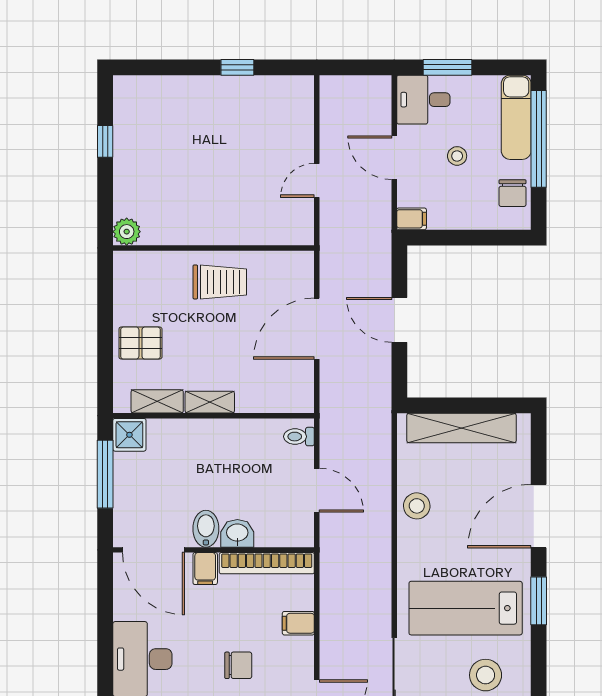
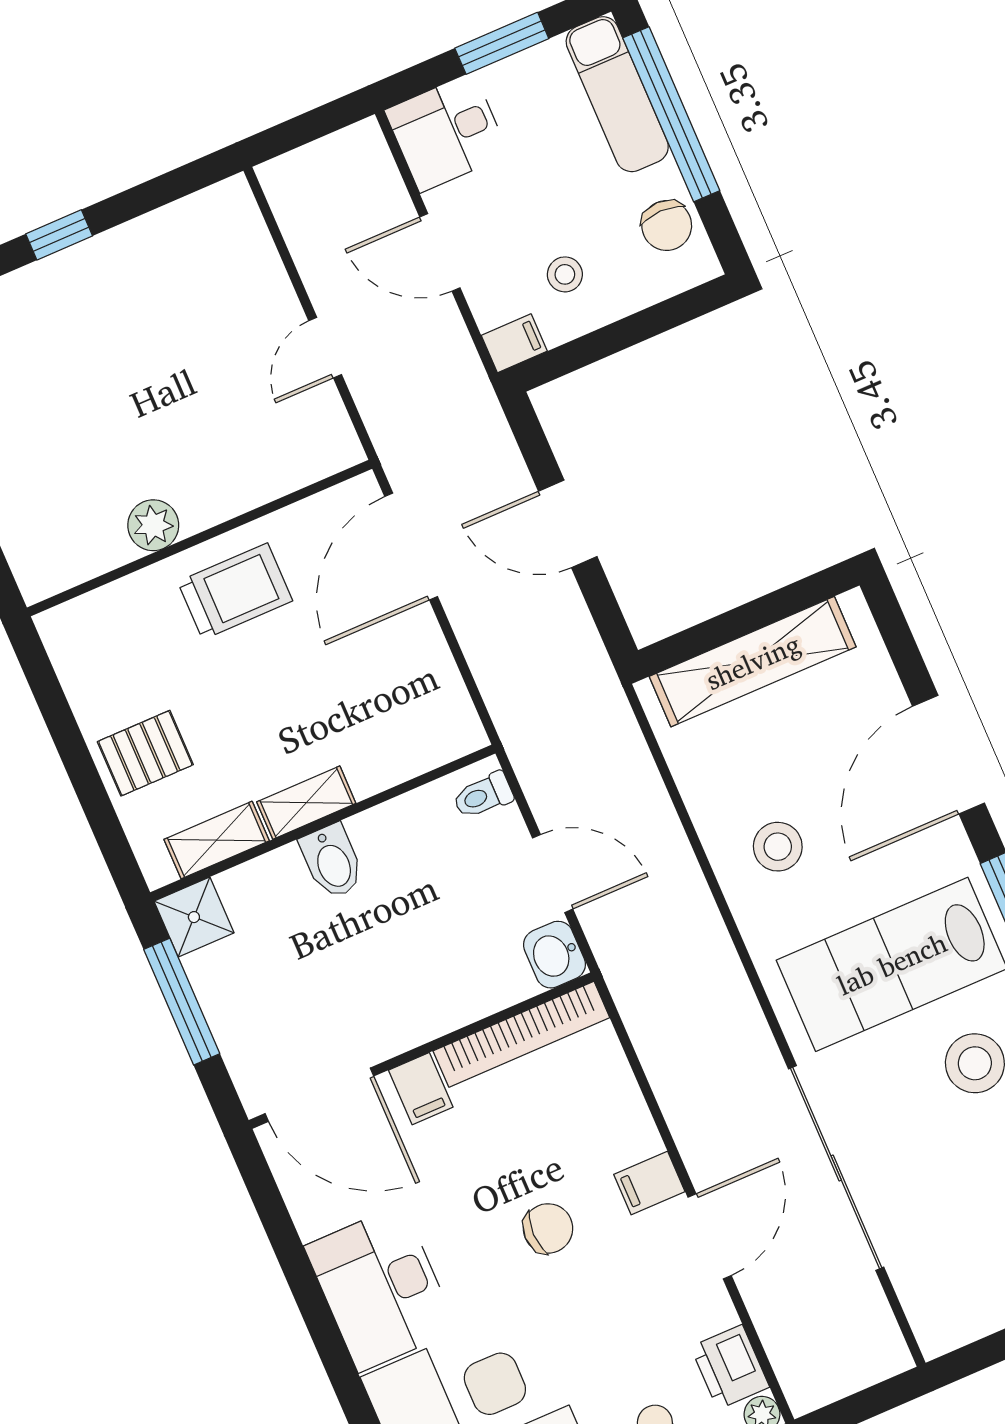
window: (237, 67) -> (59, 235), moved
window: (447, 67) -> (502, 43), moved
stool: (457, 156) -> (565, 274), moved
plant: (127, 232) -> (153, 525), moved
door: (317, 329) -> (411, 546), moved
stool: (417, 506) -> (778, 847), moved
bidet: (206, 529) -> (332, 861), moved, turned 180
washbasin: (237, 533) -> (554, 955), moved, turned -90
filing cabinet: (298, 623) -> (649, 1183), moved

